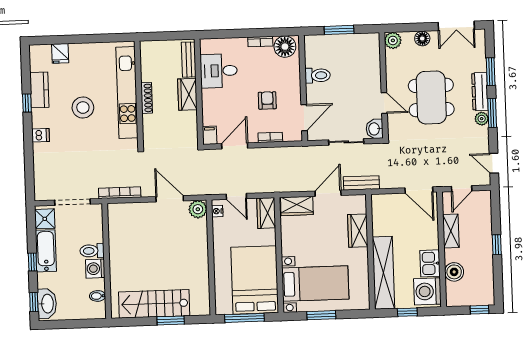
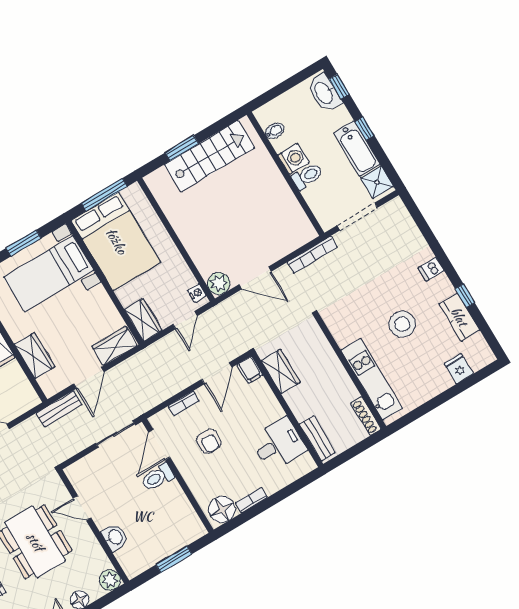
toilet: (318, 75) -> (157, 477), moved
kitchen unit: (127, 93) -> (372, 379), width x0.73
wardrobe: (187, 94) -> (281, 371), moved
shoe rack: (147, 98) -> (366, 416), moved
washbasin: (375, 129) -> (115, 537), moved
sliding door: (346, 142) -> (116, 434), moved
door: (236, 196) -> (185, 320), swing flipped

